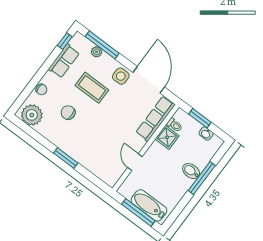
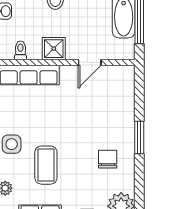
chair: (68, 113) -> (108, 159), moved, turned 180
shower: (167, 137) -> (54, 49), moved

